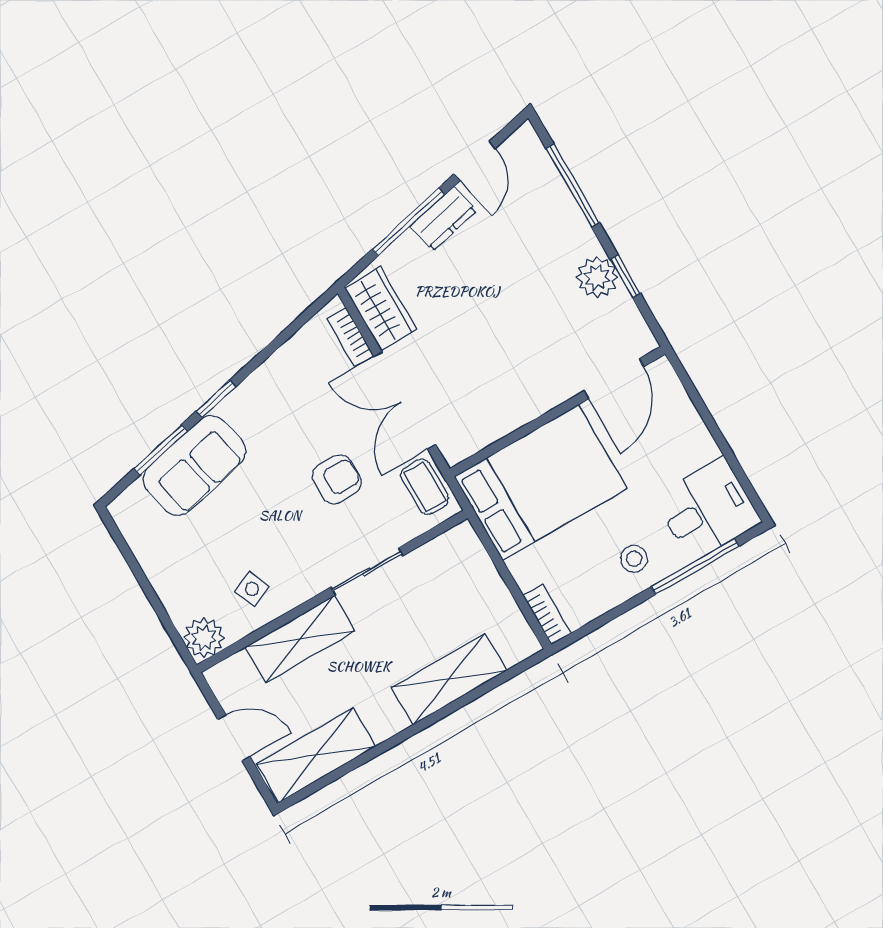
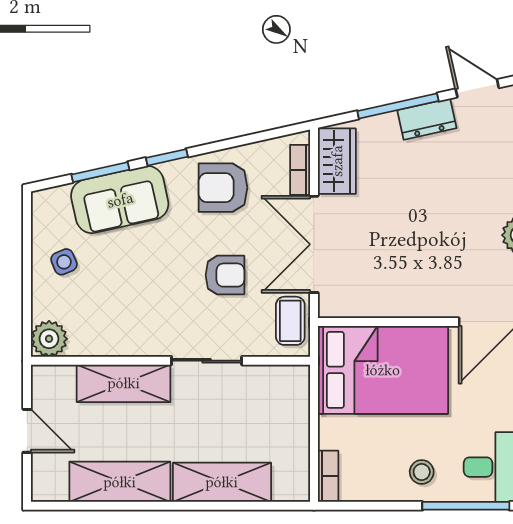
door: (475, 161) -> (477, 88), swing flipped
armchair: (286, 397) -> (223, 188), added
side table: (252, 589) -> (64, 262), moved
shelving: (316, 755) -> (120, 482), moved

